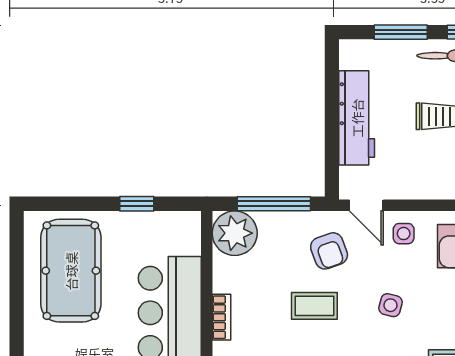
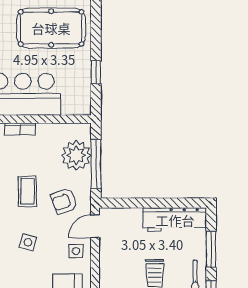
workbench: (357, 118) -> (175, 220), moved
plant: (235, 233) -> (76, 155), moved

